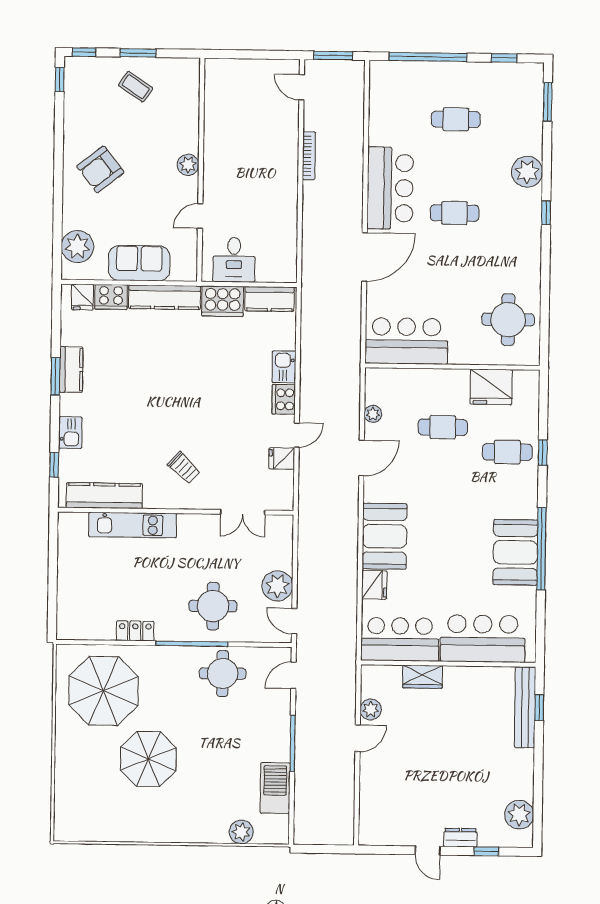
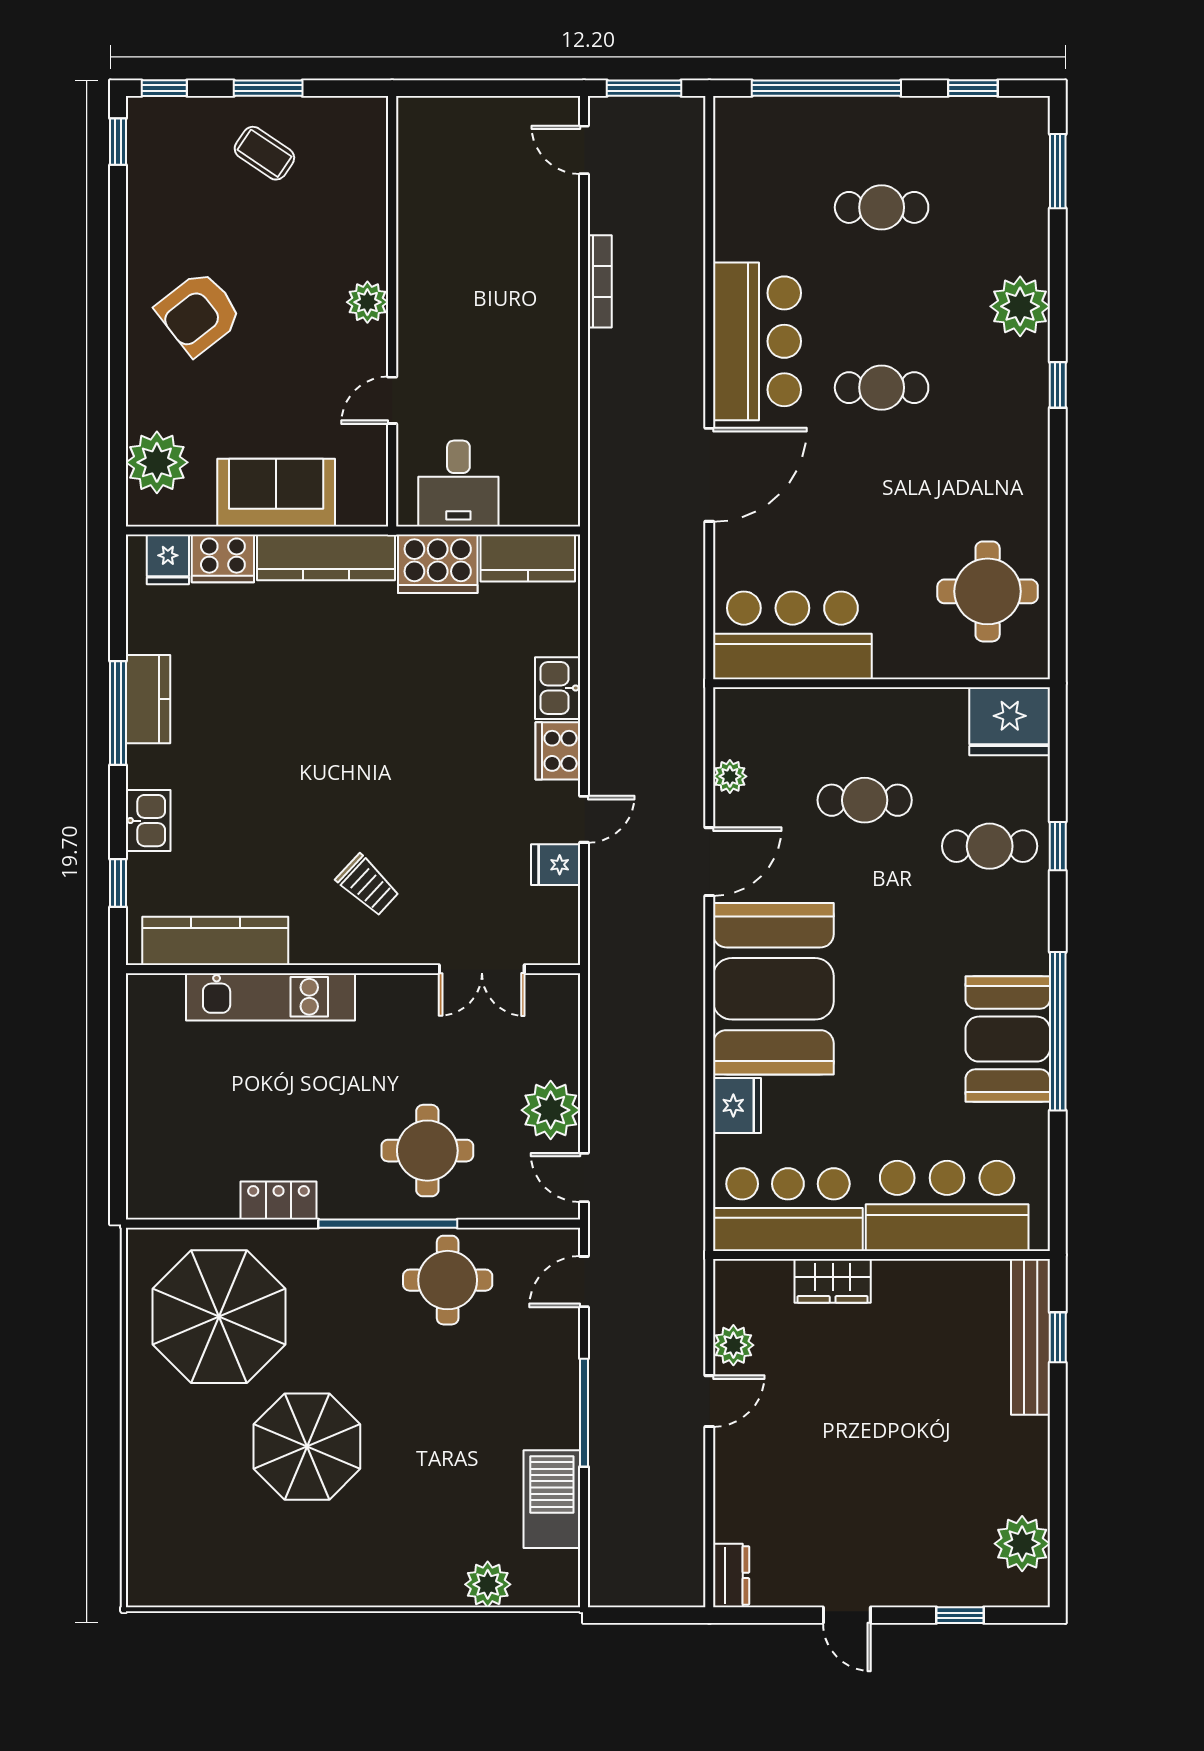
window: (55, 376) -> (118, 713), width x1.44
fridge: (491, 387) -> (1010, 721), moved
booth: (385, 536) -> (773, 989), width x1.36, depth x1.42
dresser: (460, 838) -> (731, 1575), moved, turned 90

